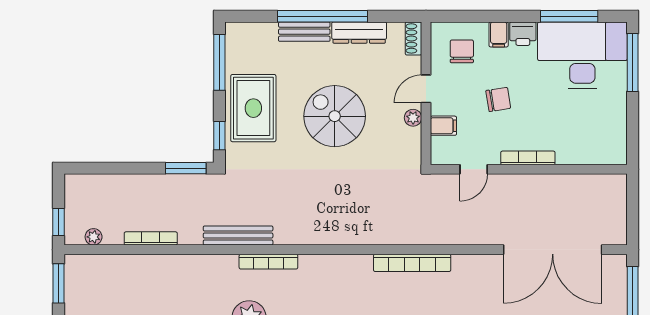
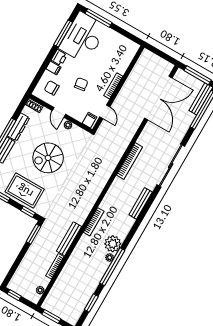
filing cabinet: (443, 126) -> (89, 120), moved
window: (59, 222) -> (14, 295), moved
bench: (238, 235) -> (69, 239), moved

